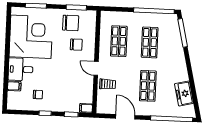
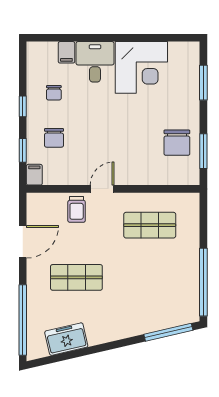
corner desk: (31, 37) -> (141, 67), width x0.74, depth x0.74
shop shelf: (150, 42) -> (150, 277), removed
chair: (76, 45) -> (54, 138), moved

